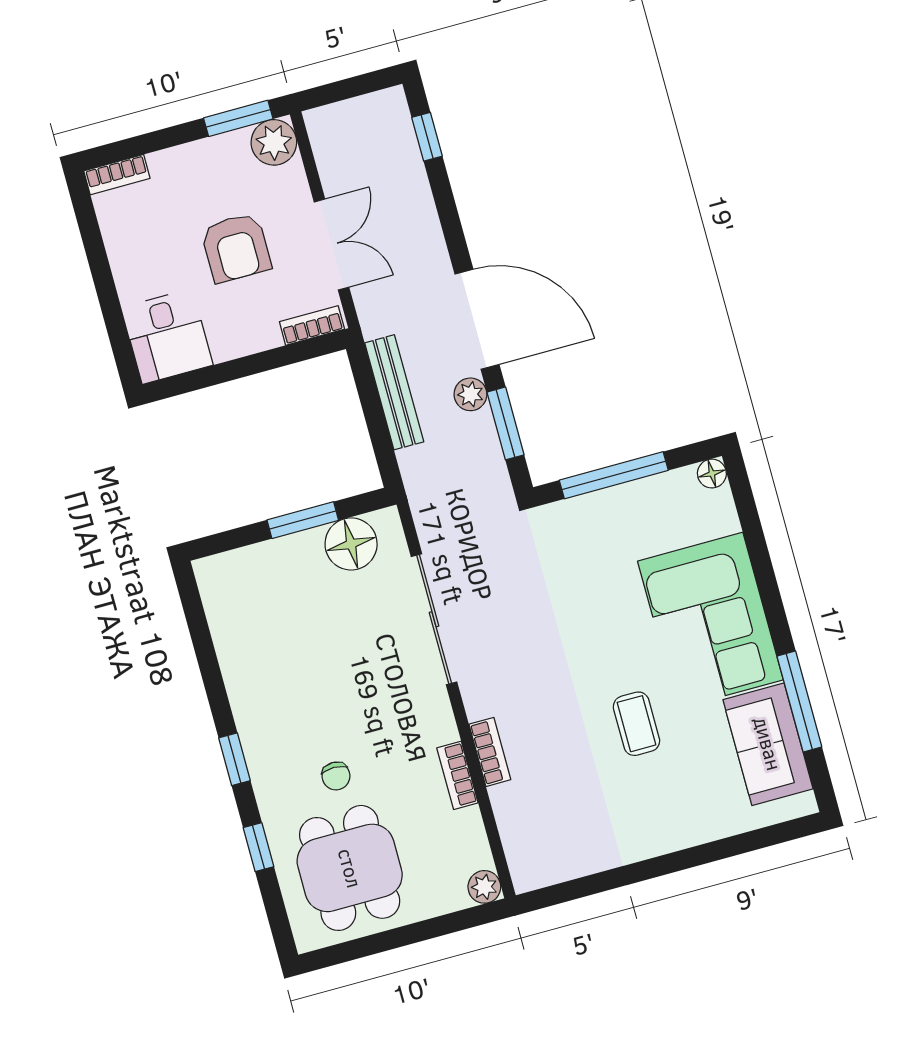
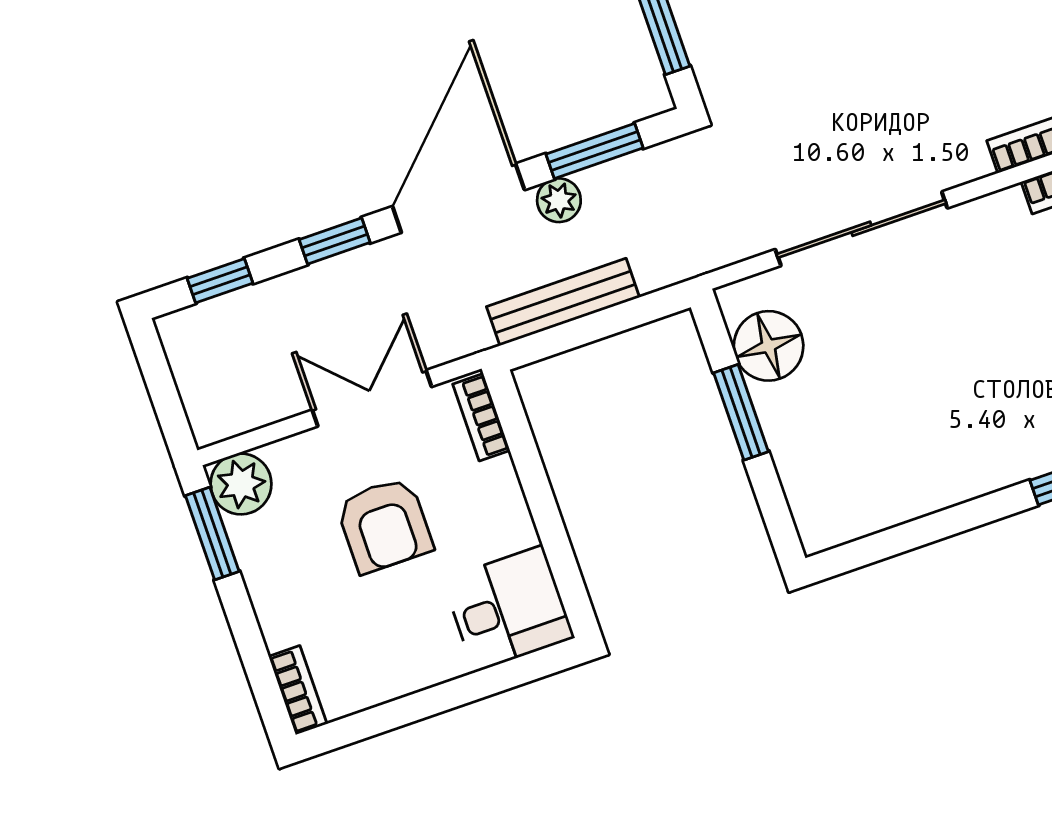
window: (451, 224) -> (335, 241), added
armchair: (236, 248) -> (384, 525), turned 90

